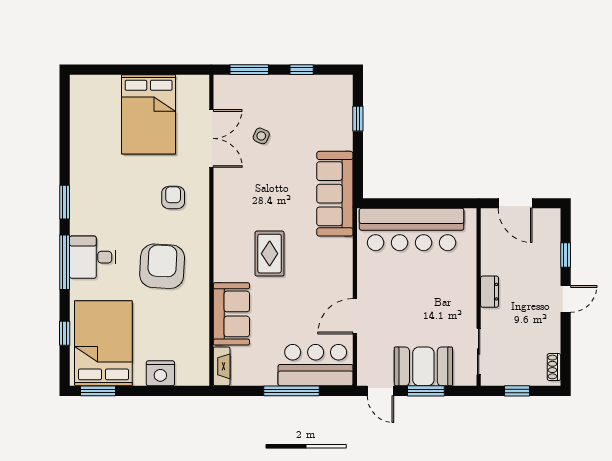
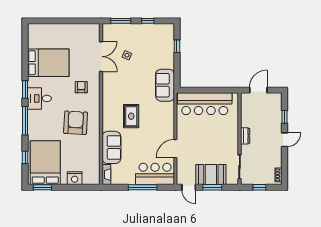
bed: (149, 114) -> (48, 63), moved, turned -90
sofa: (335, 194) -> (165, 85), width x0.73
door: (515, 203) -> (258, 90), swing flipped
desk: (92, 257) -> (39, 98), moved

